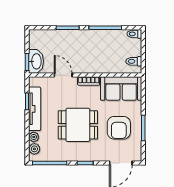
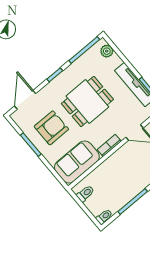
armchair: (119, 128) -> (51, 128), turned 90
plant: (34, 137) -> (116, 61), removed

